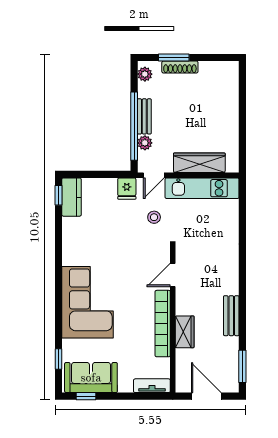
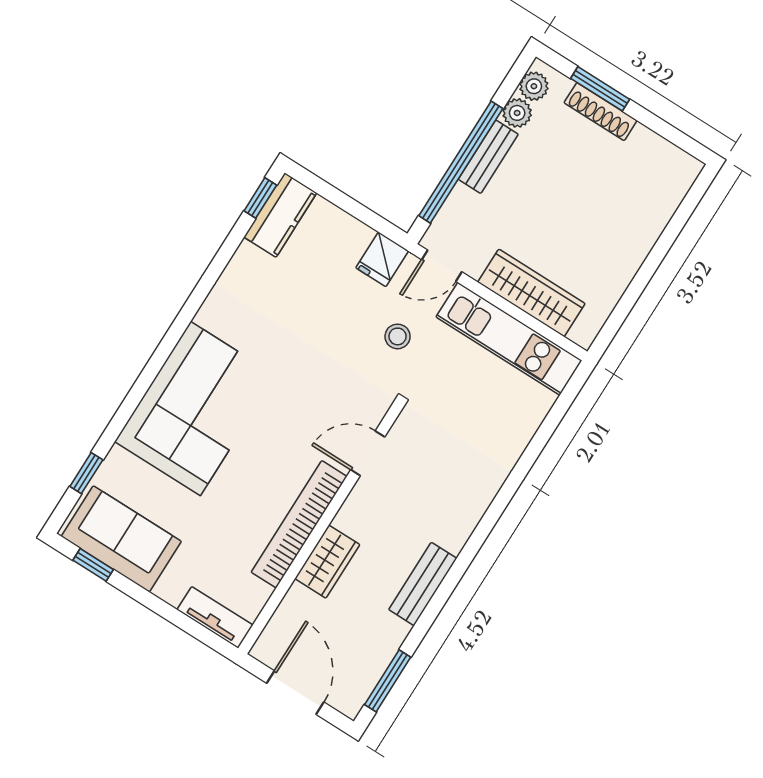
plant: (145, 143) -> (517, 113), moved

